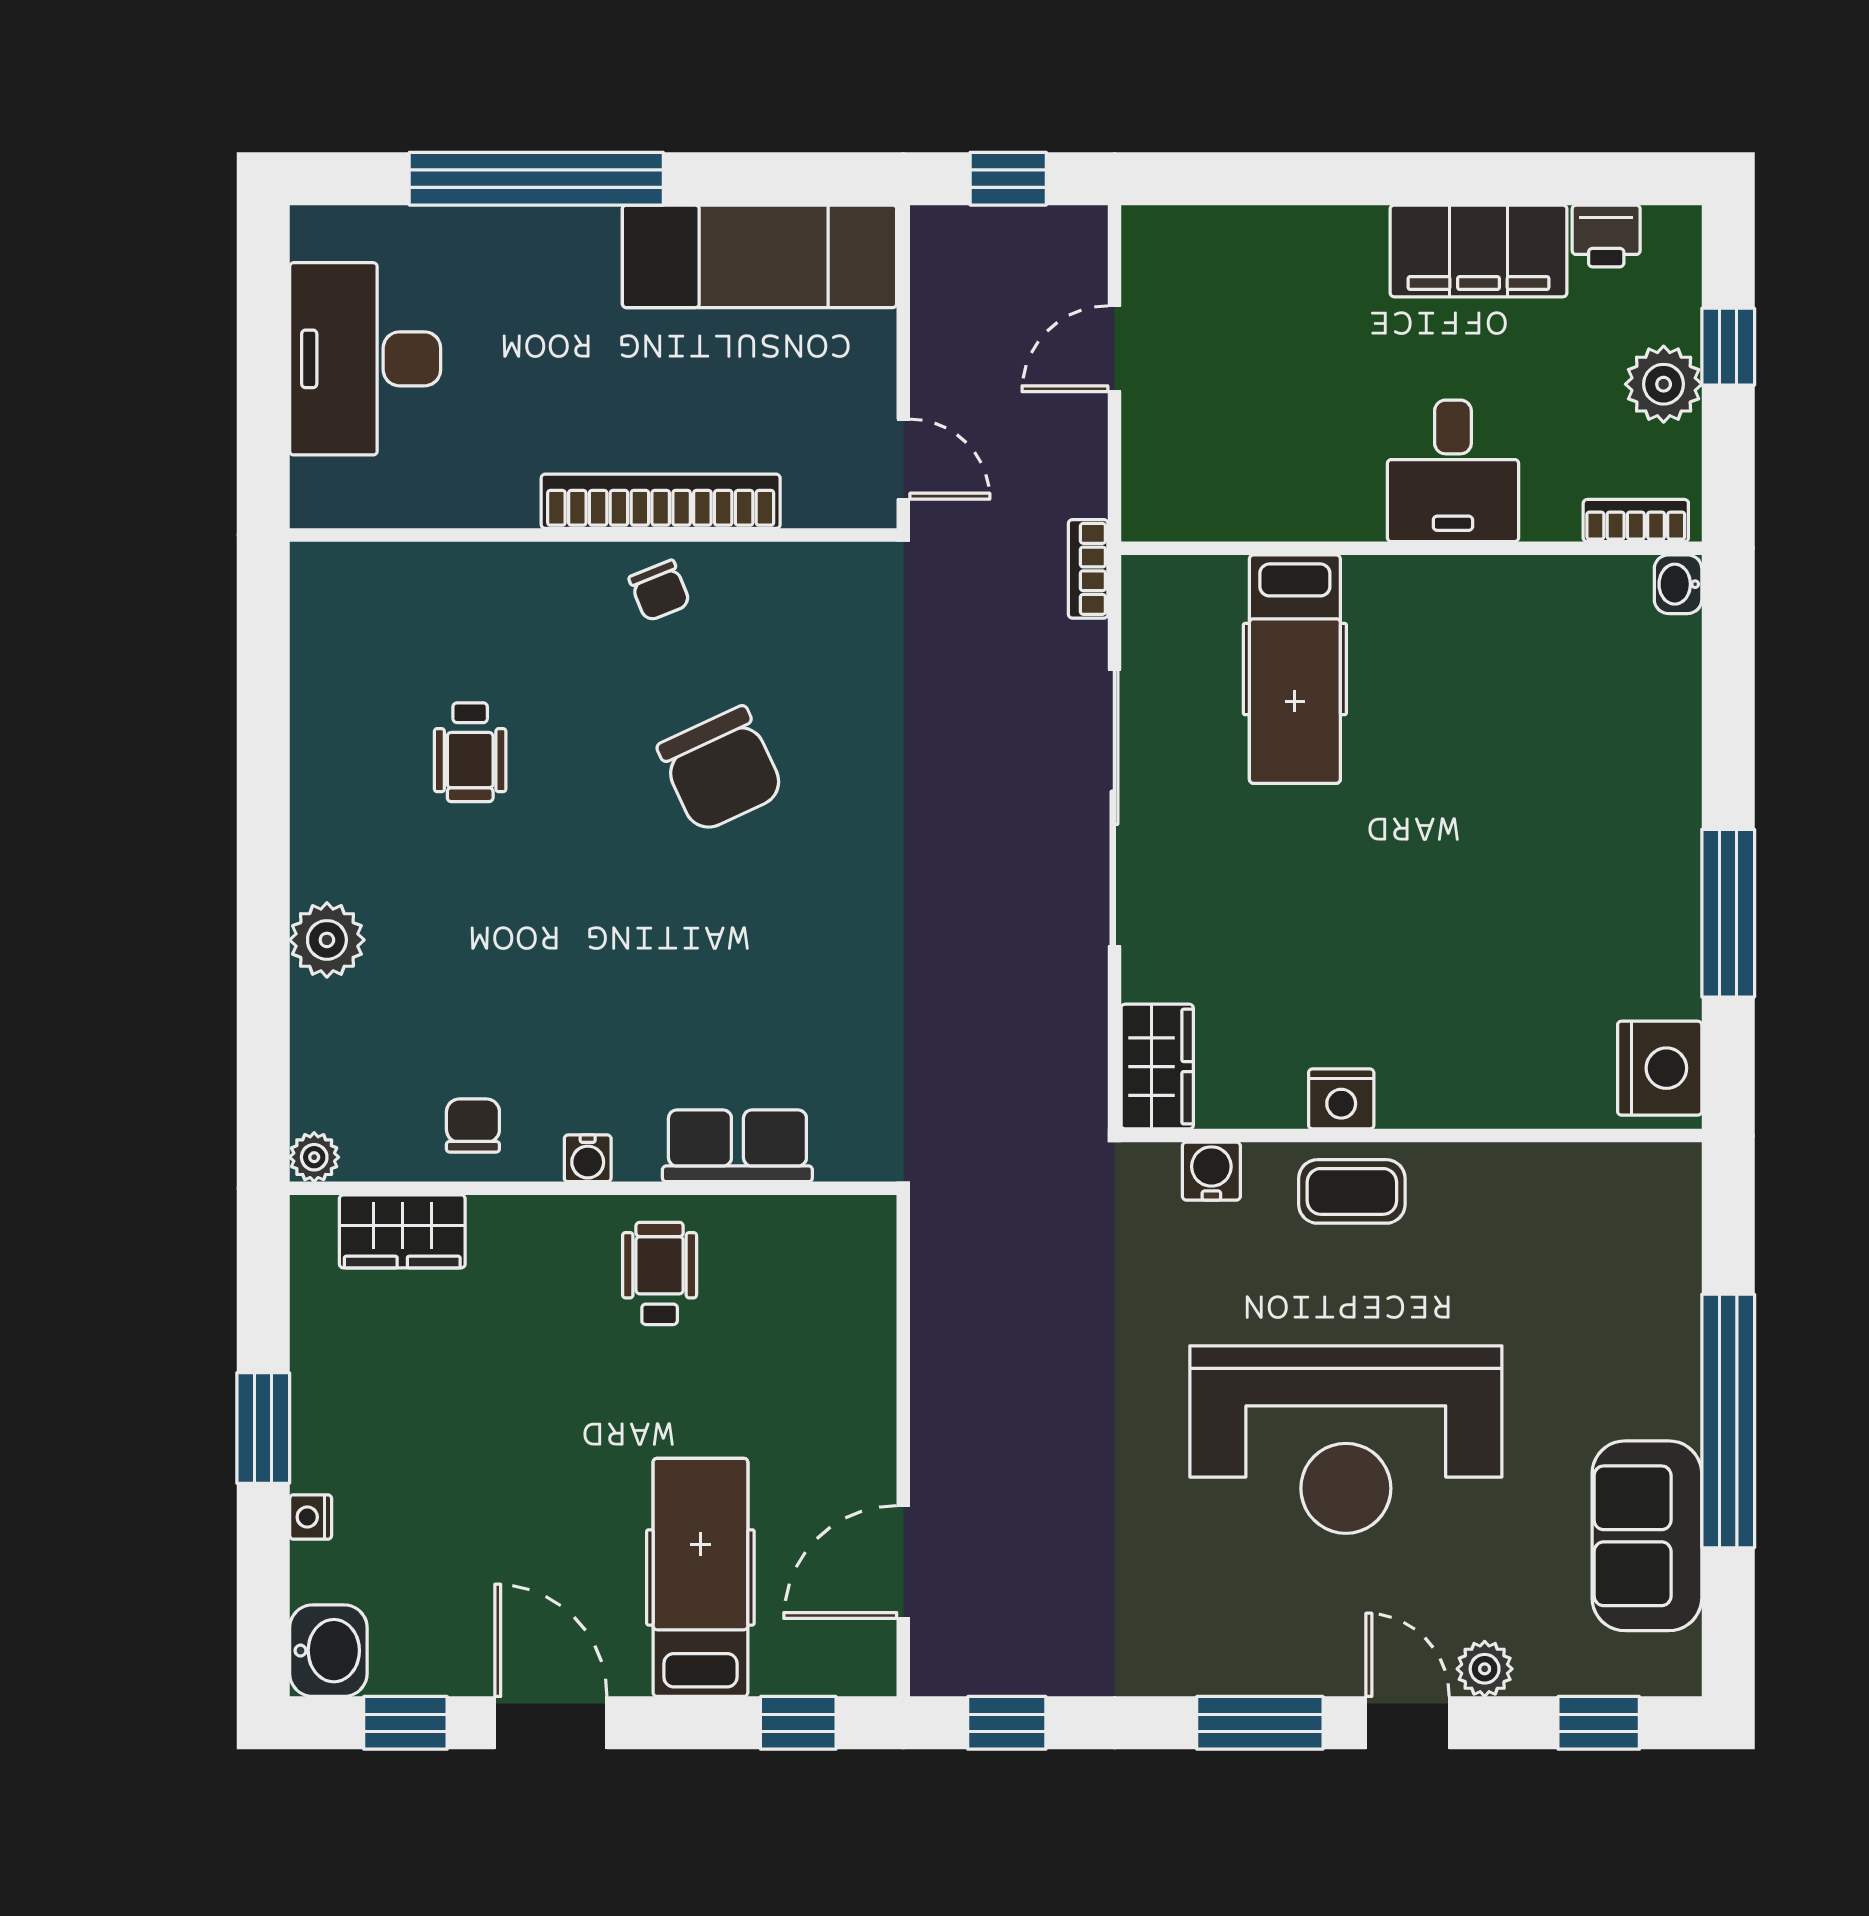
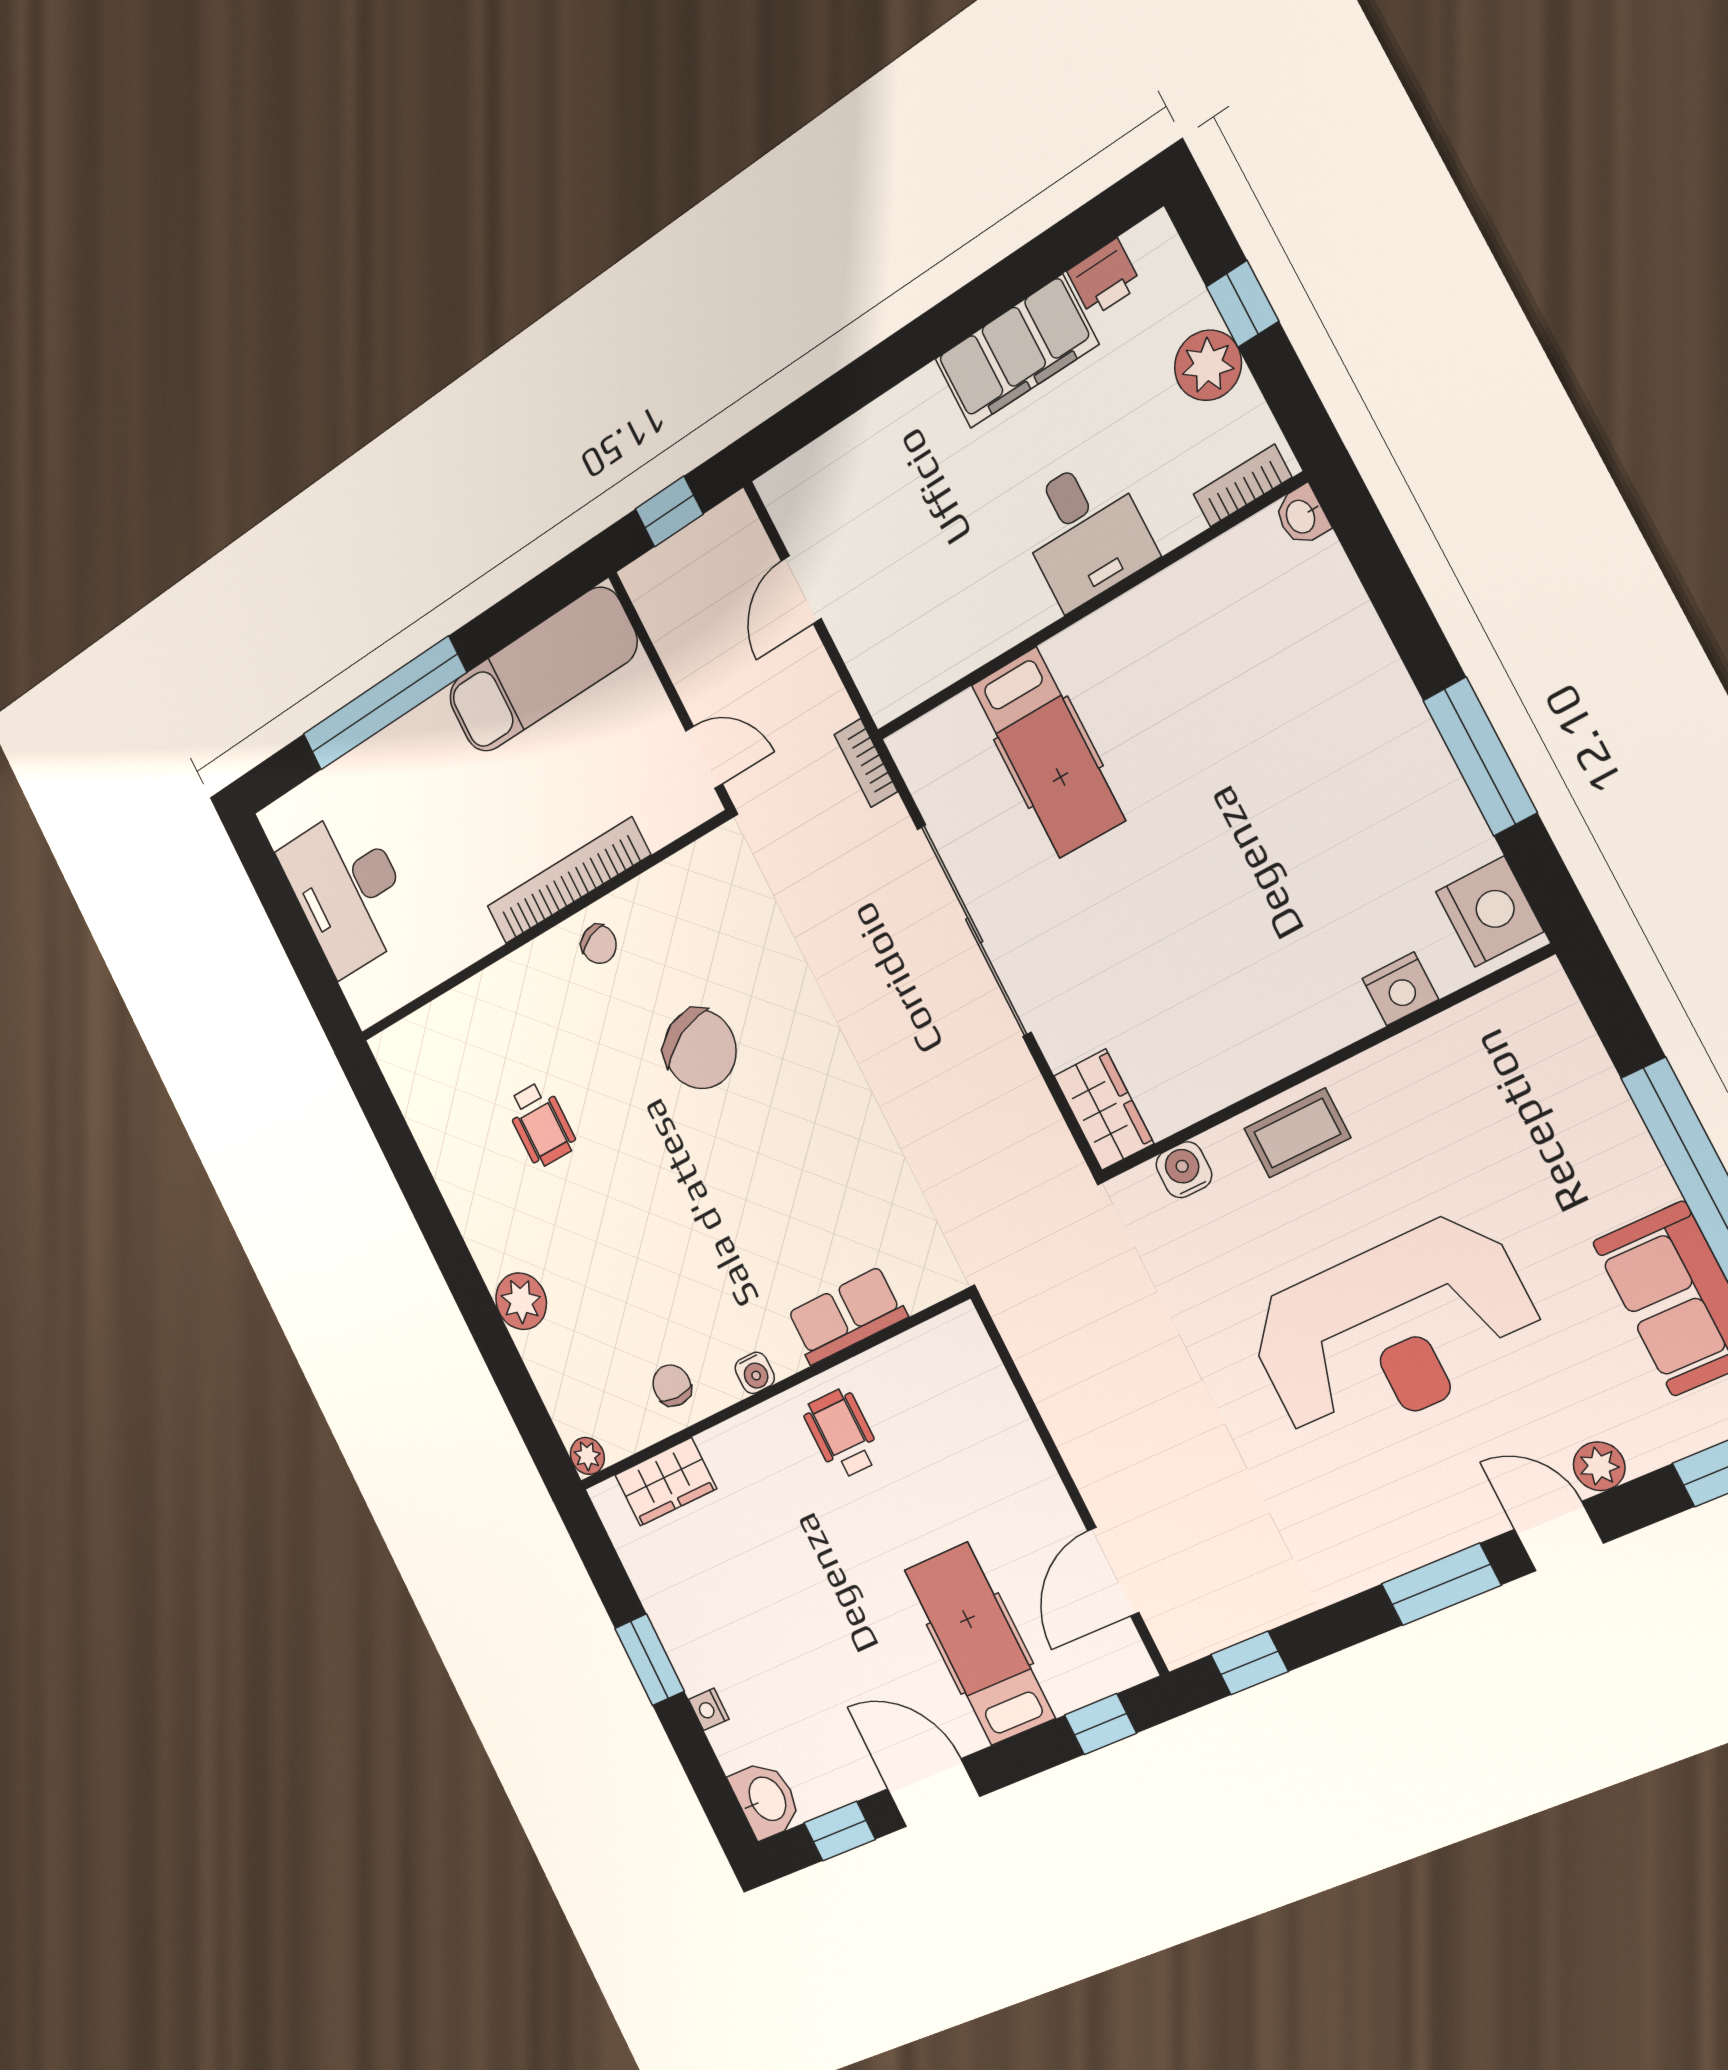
nightstand: (1341, 1099) -> (1400, 989), moved

